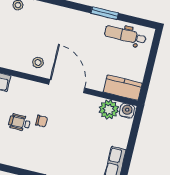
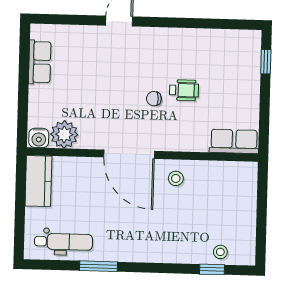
kitchen counter: (123, 88) -> (38, 181), moved, turned -90

